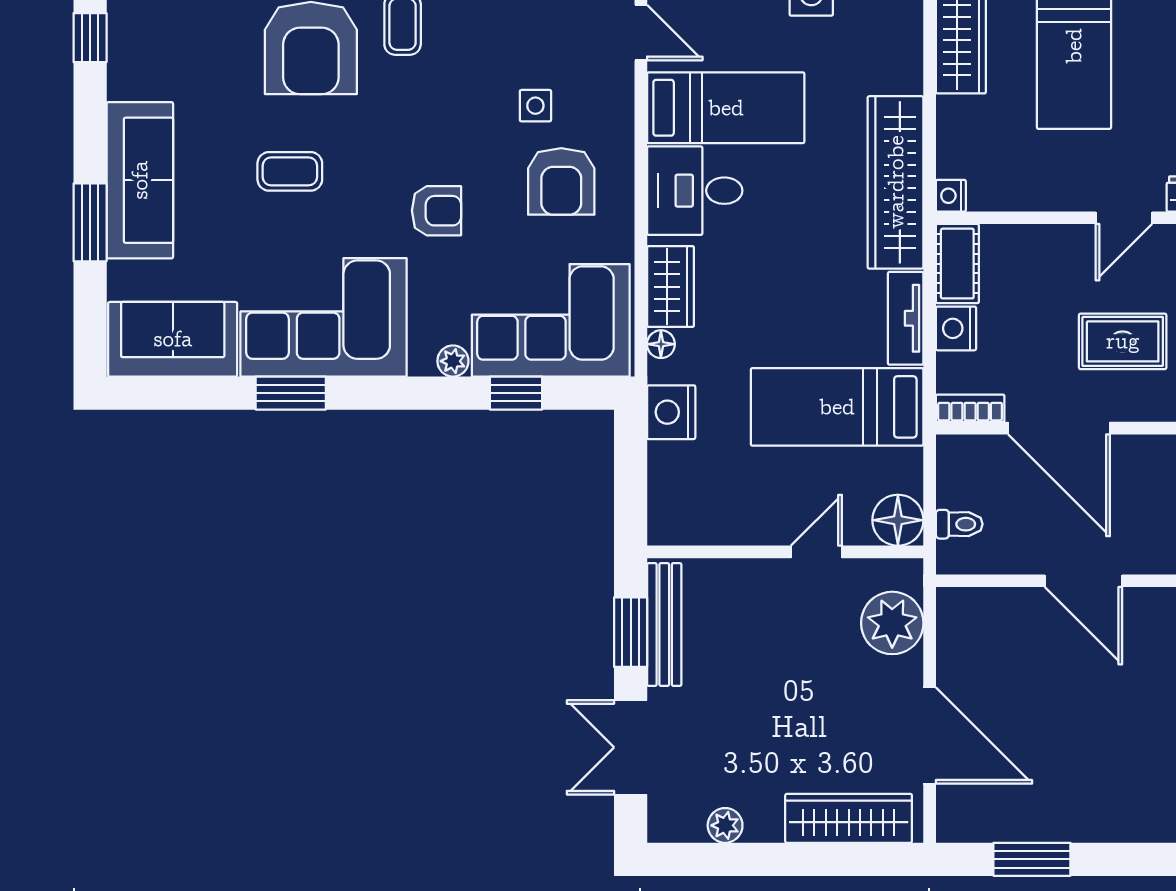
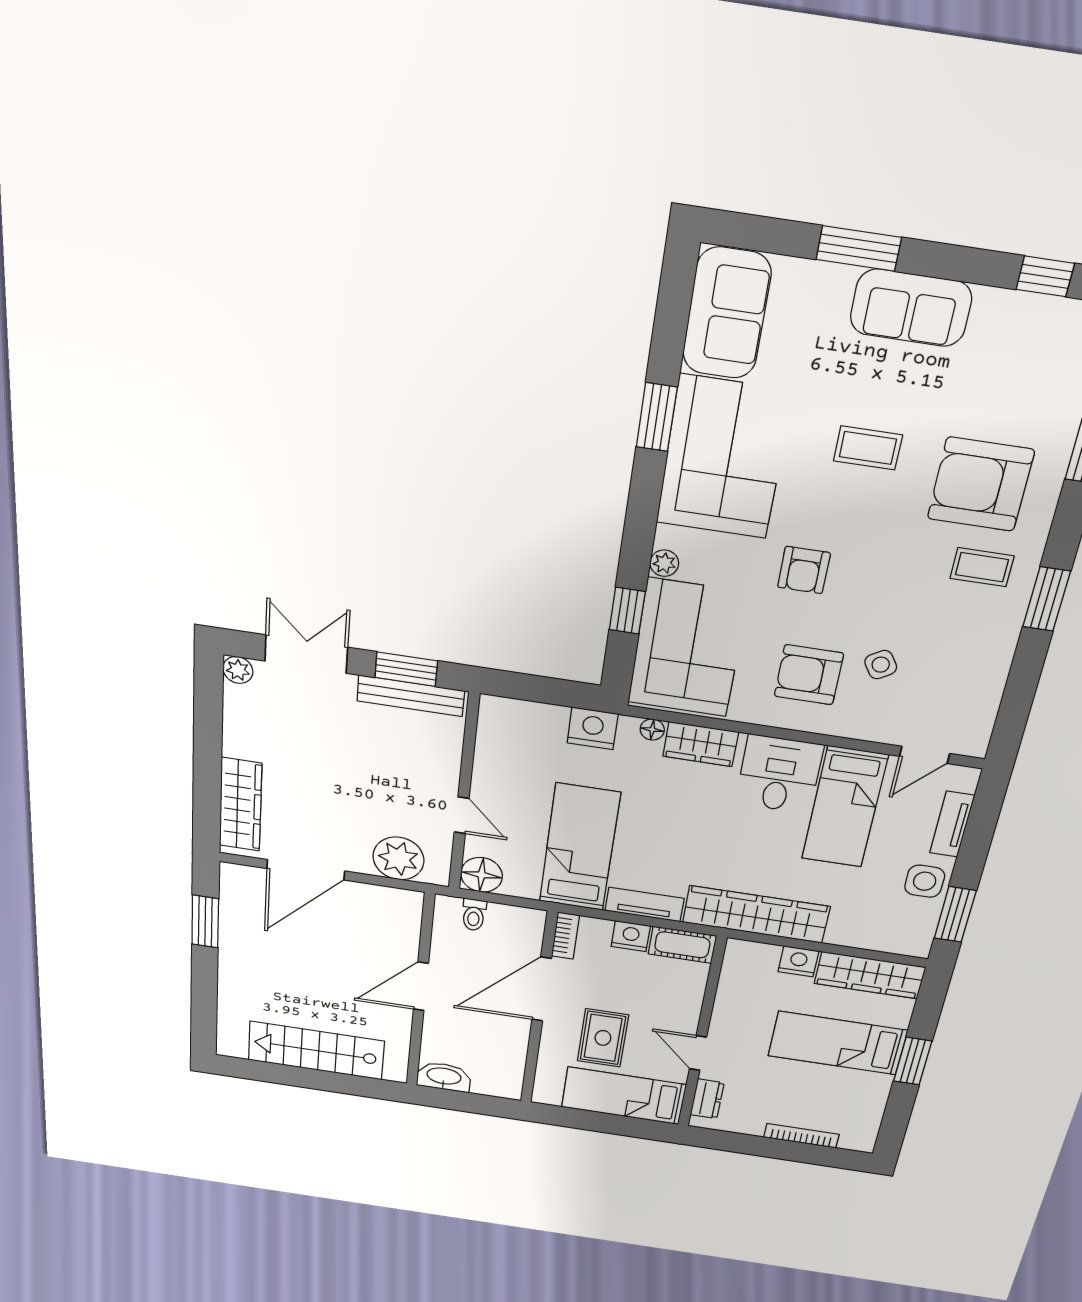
side table: (535, 106) -> (881, 665), turned -32
coffee table: (290, 171) -> (868, 448), turned 90
sofa: (140, 180) -> (911, 308), width x0.73
nightstand: (951, 196) -> (798, 961), moved, width x1.39, depth x1.35
plant: (725, 825) -> (238, 670), moved

